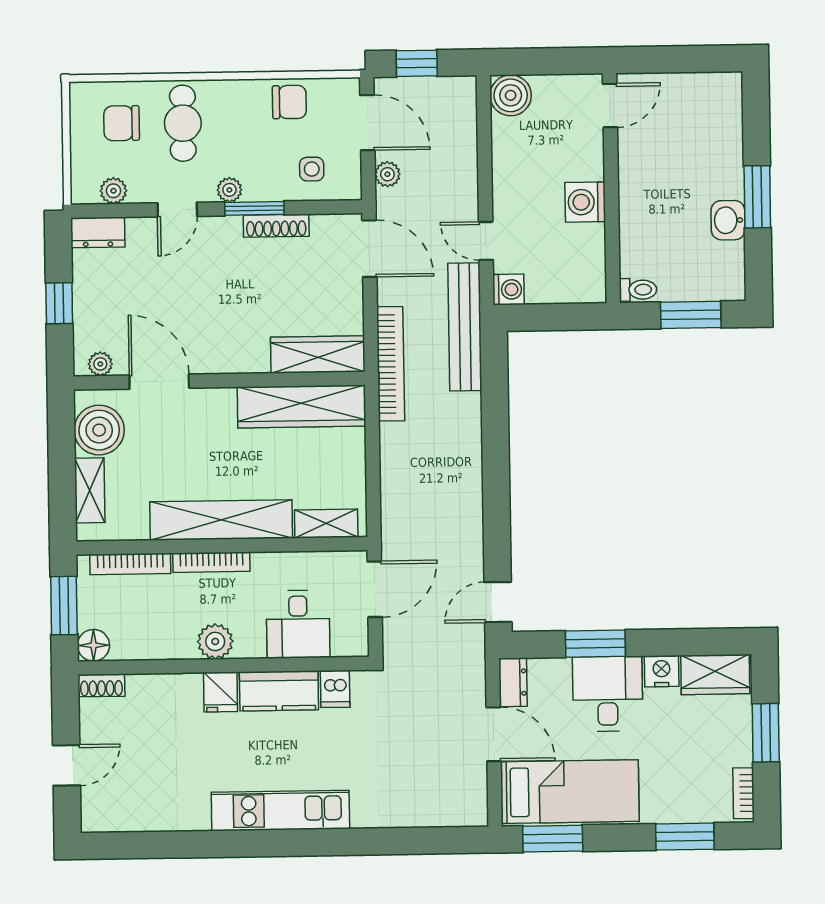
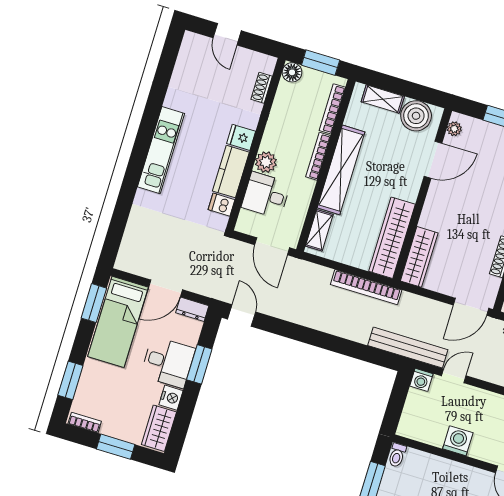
bookcase: (391, 364) -> (366, 287), moved
plant: (215, 641) -> (266, 162), moved
shoe rack: (101, 685) -> (262, 88), moved

